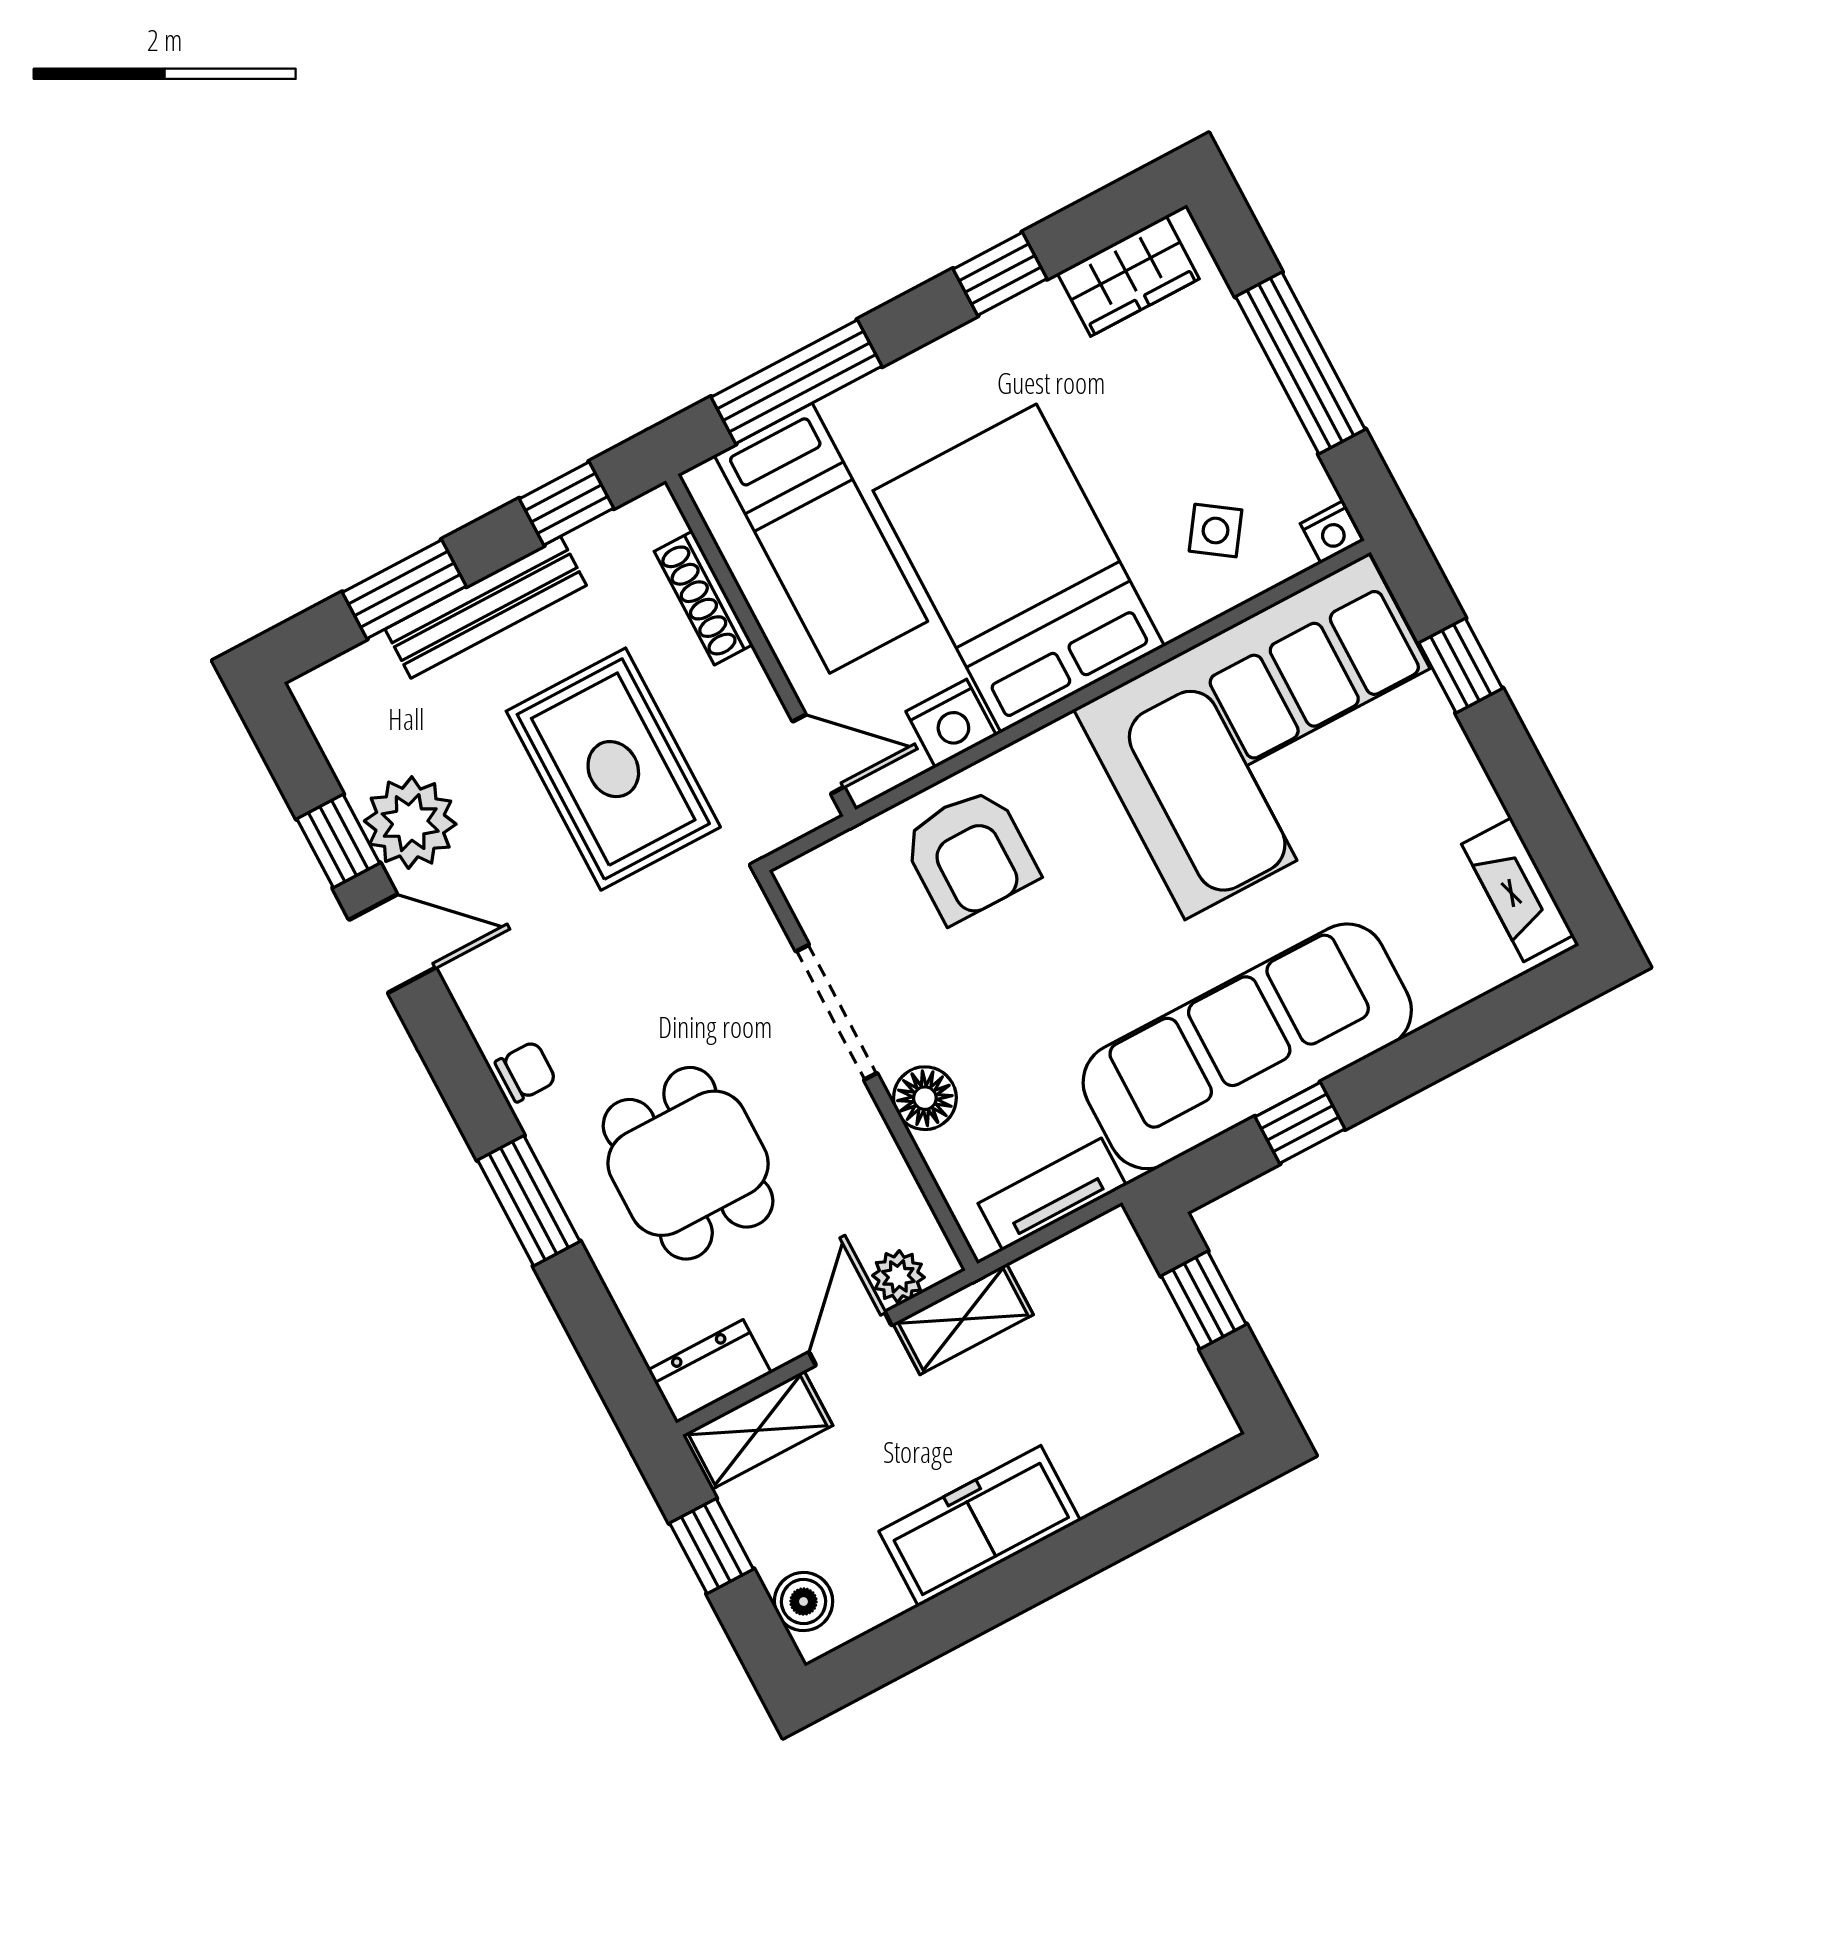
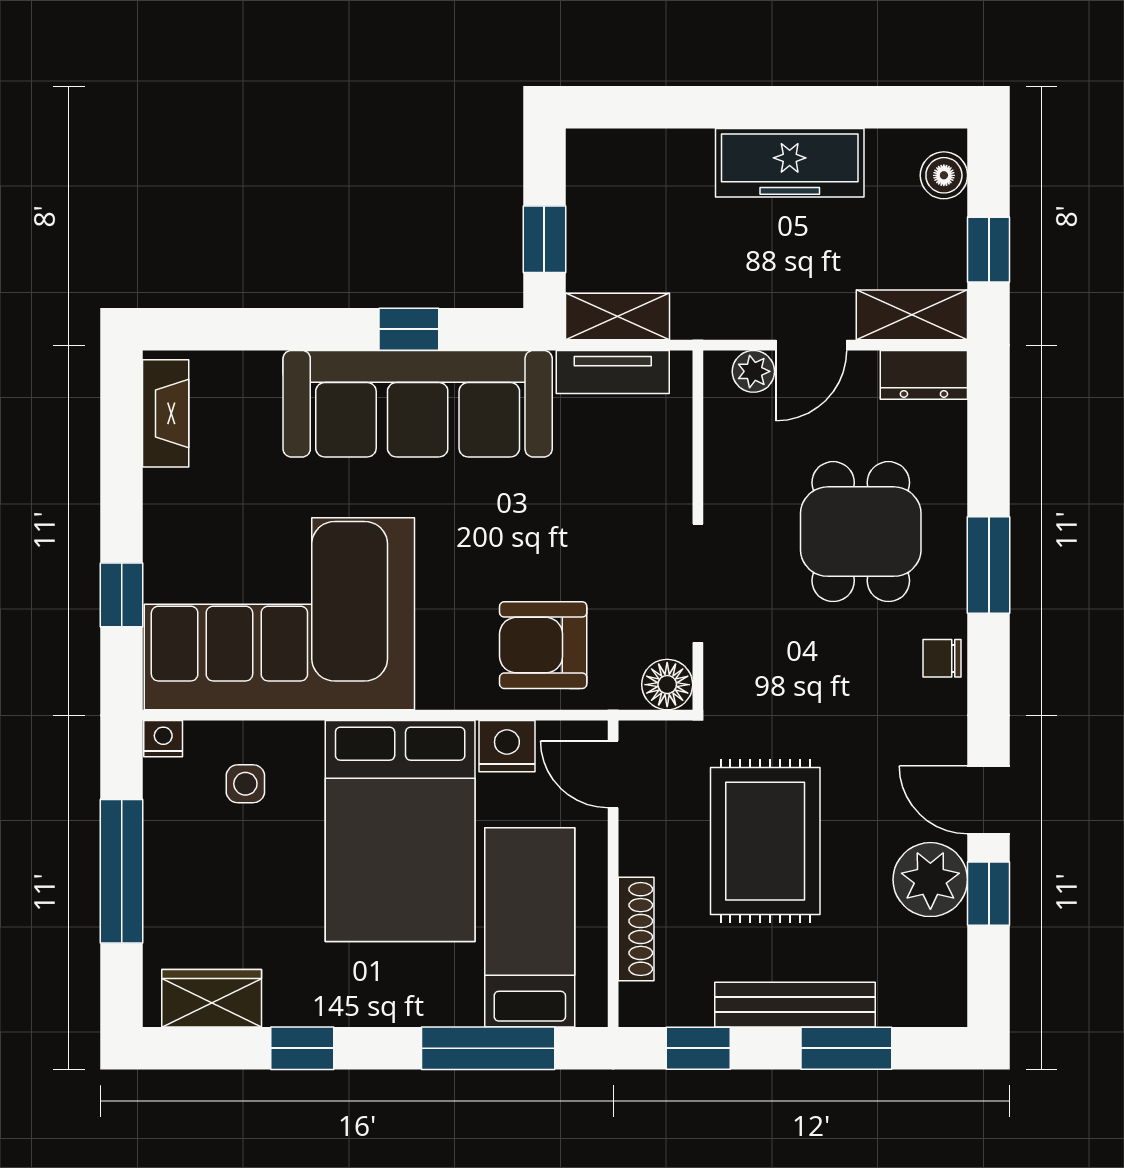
side table: (1216, 531) -> (245, 784), turned -35
armchair: (970, 855) -> (543, 645), turned -90
floor lamp: (925, 1098) -> (667, 685), moved
shelving: (963, 1319) -> (617, 316), moved

